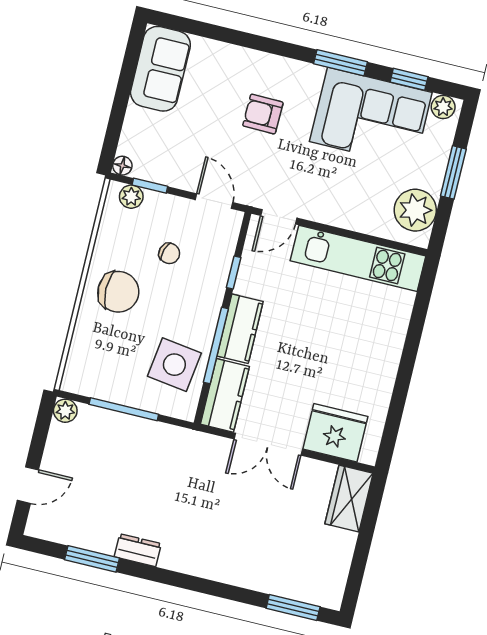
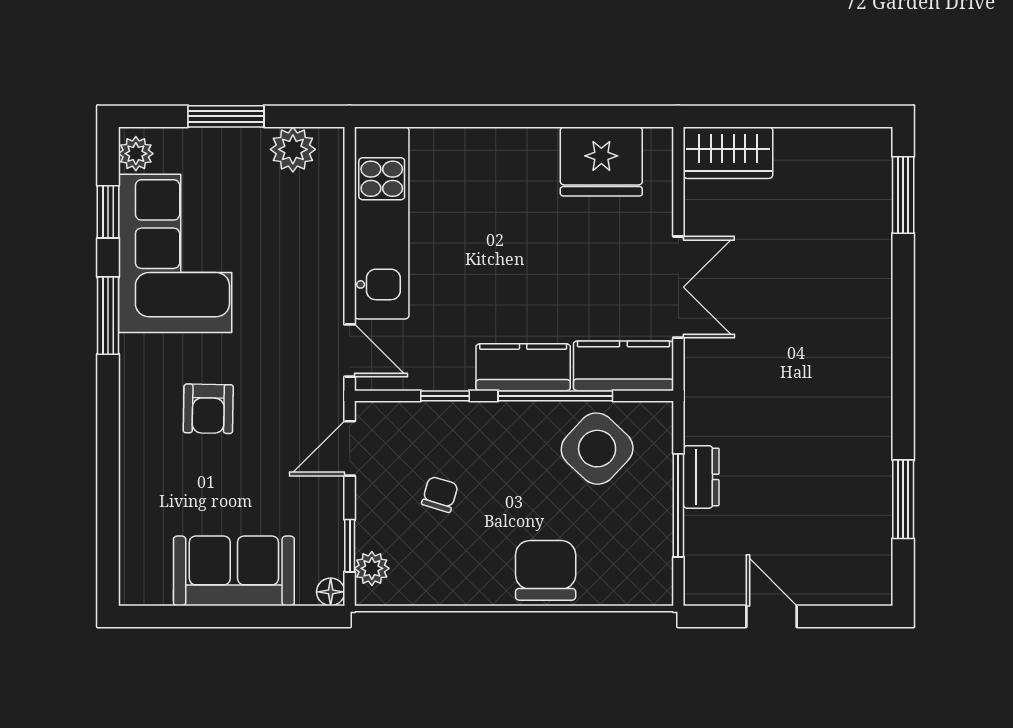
sofa: (160, 69) -> (234, 571), moved
plant: (415, 210) -> (293, 149), width x0.73, depth x0.73
chair: (118, 292) -> (546, 570), moved
side table: (174, 365) -> (597, 449), turned 35
plant: (65, 411) -> (701, 589), removed
fridge: (335, 433) -> (601, 161), moved, turned -90
door: (28, 485) -> (771, 616), moved
dresser: (138, 550) -> (701, 477), moved, turned 180

